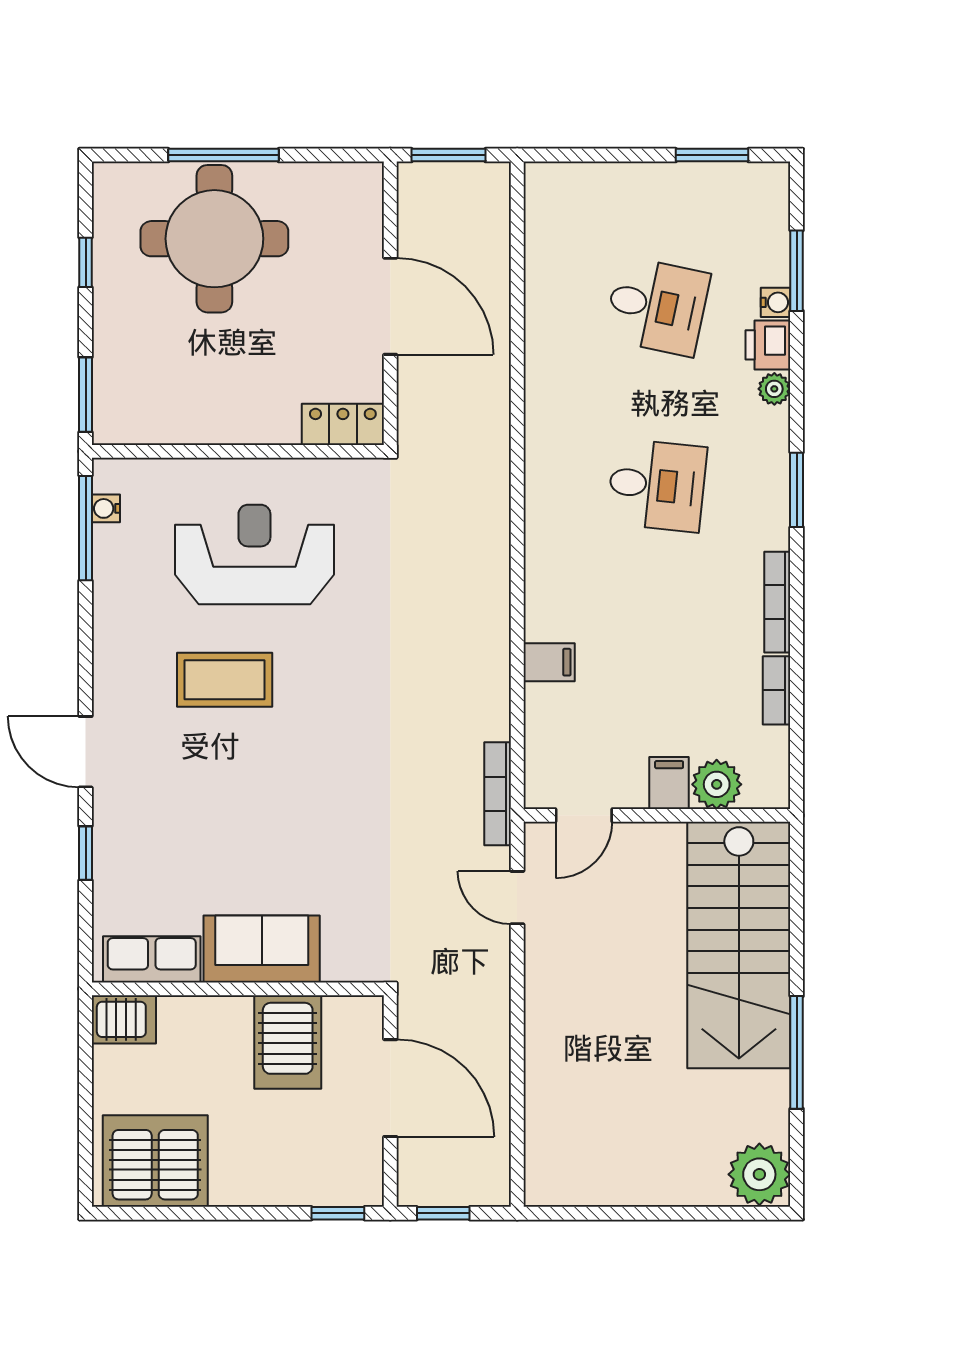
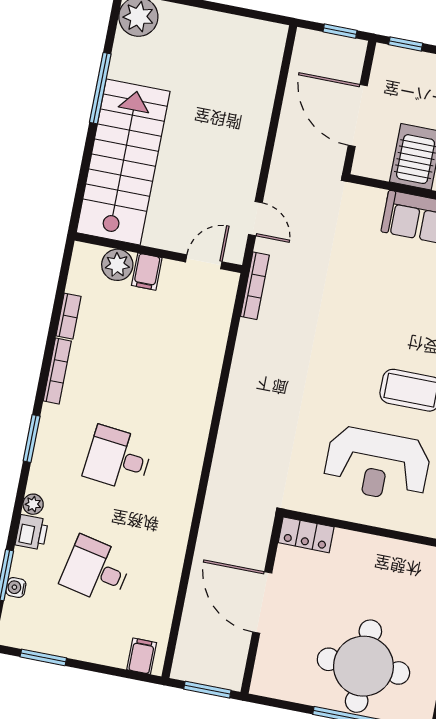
water cooler: (776, 302) -> (16, 587), moved
filing cabinet: (549, 662) -> (142, 656), moved, turned 90

